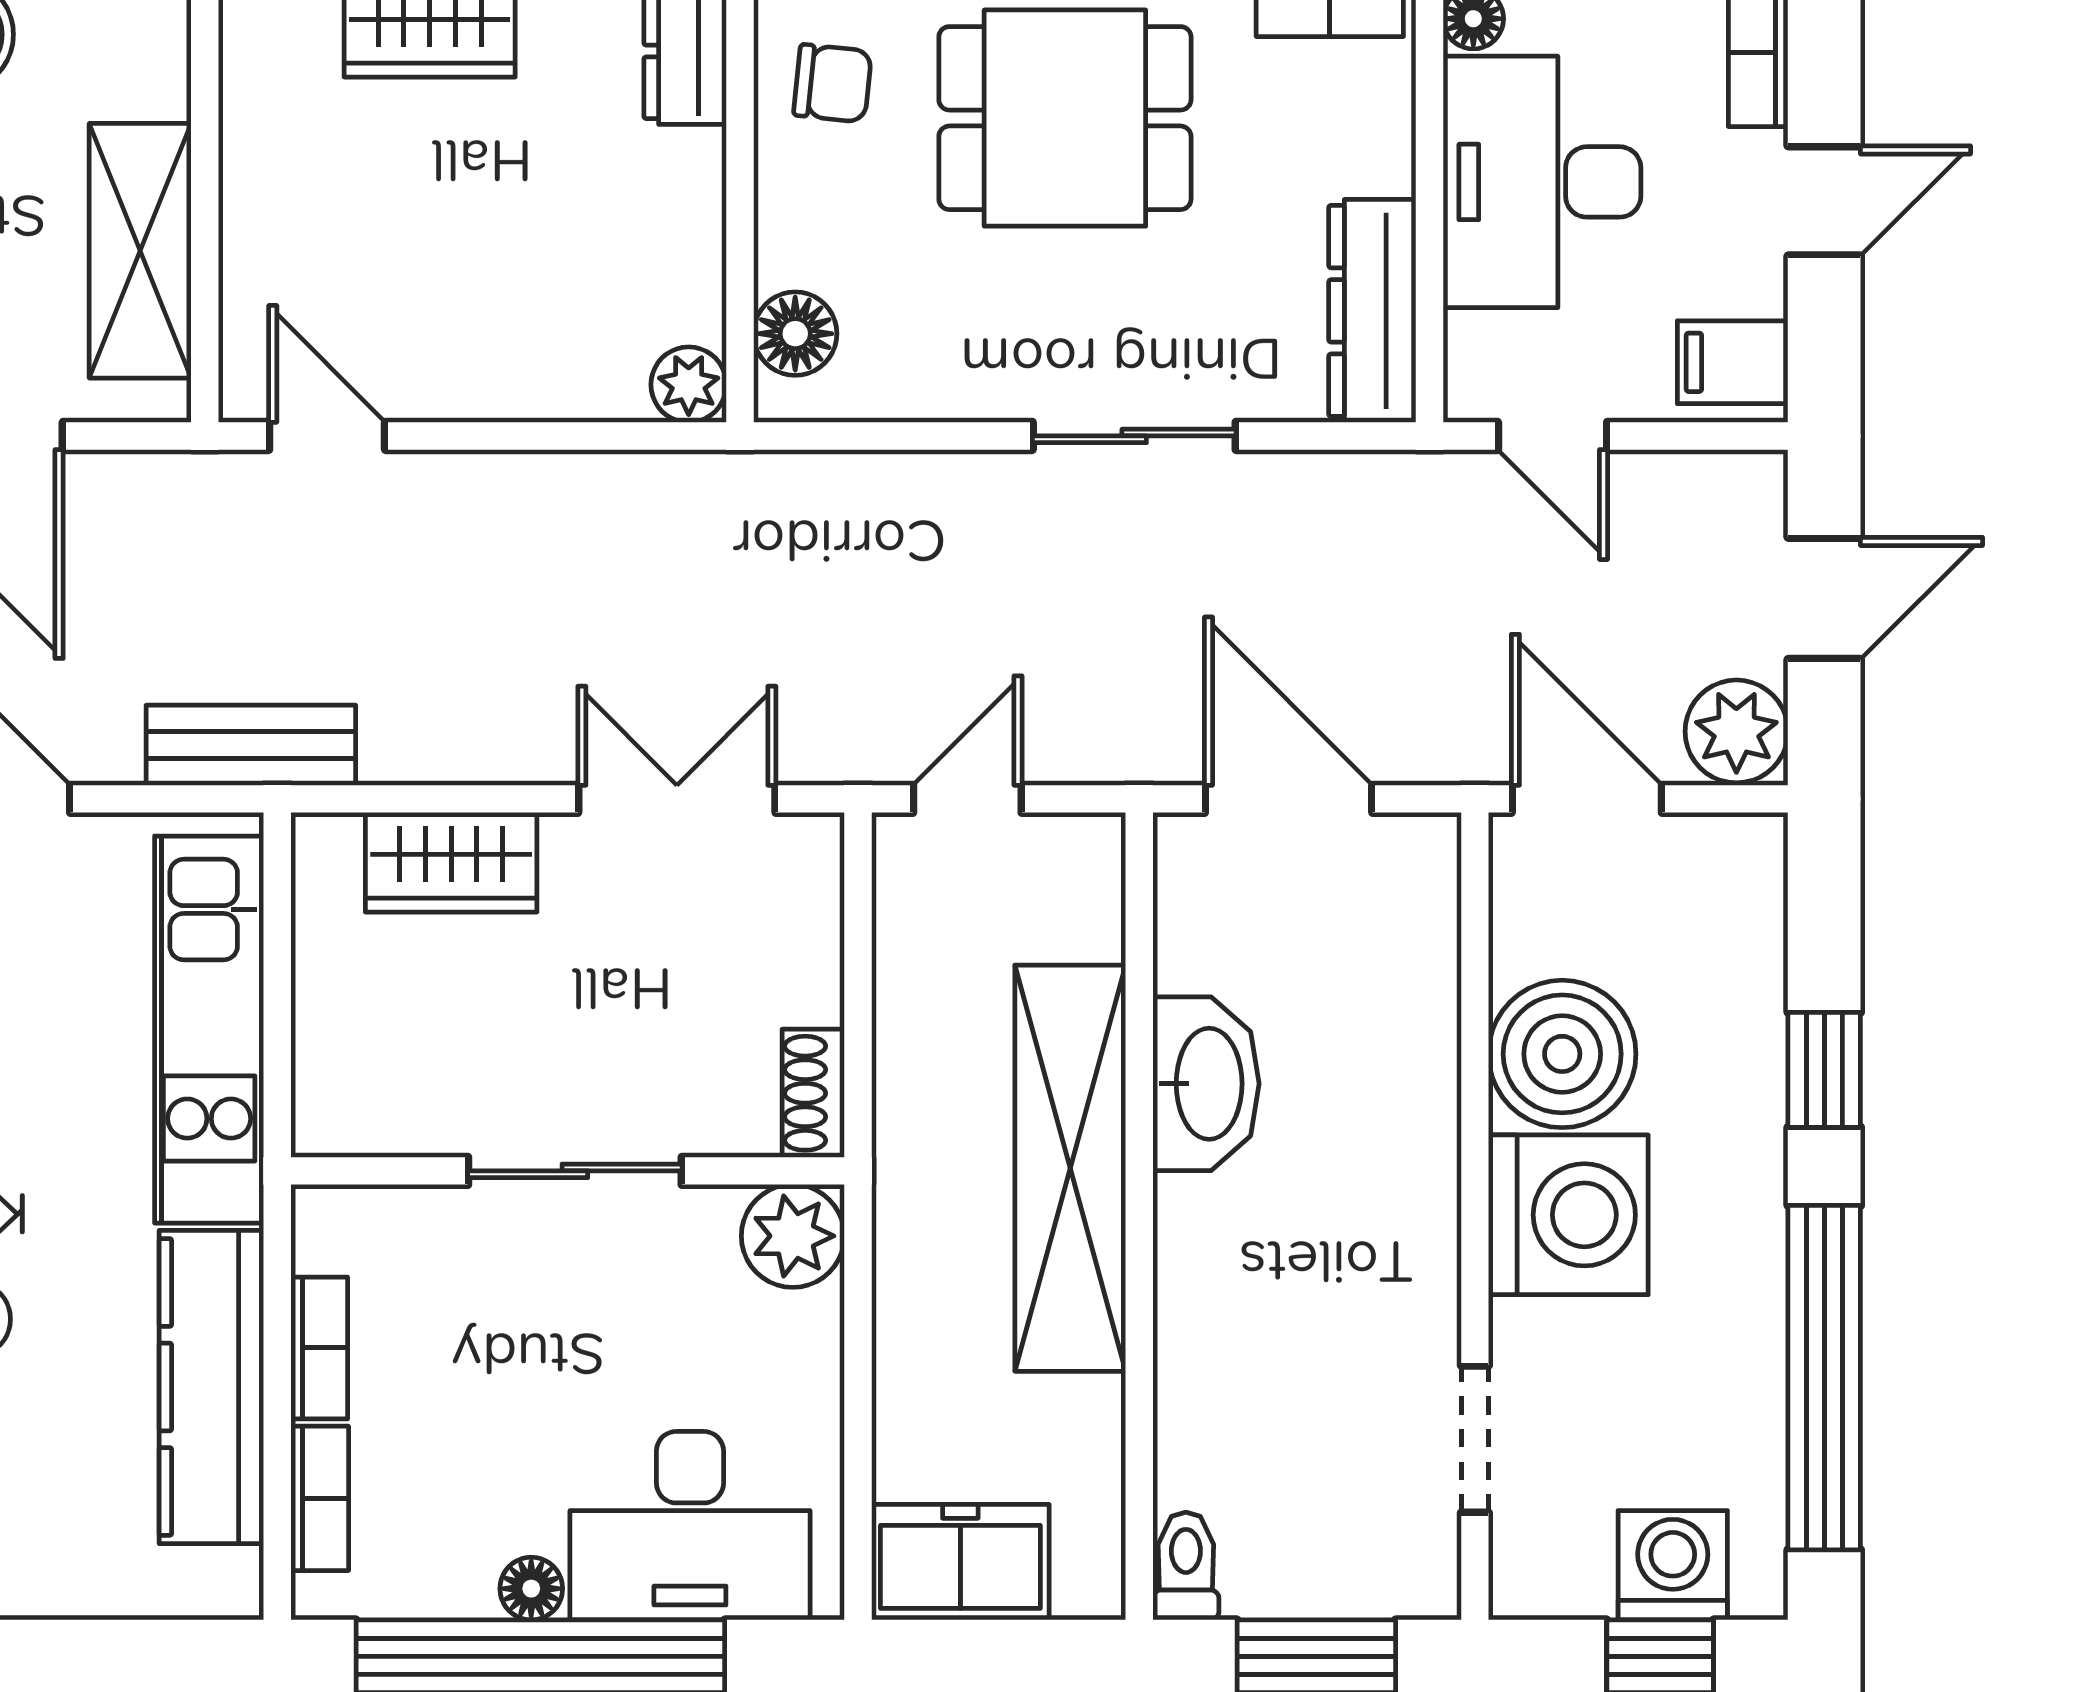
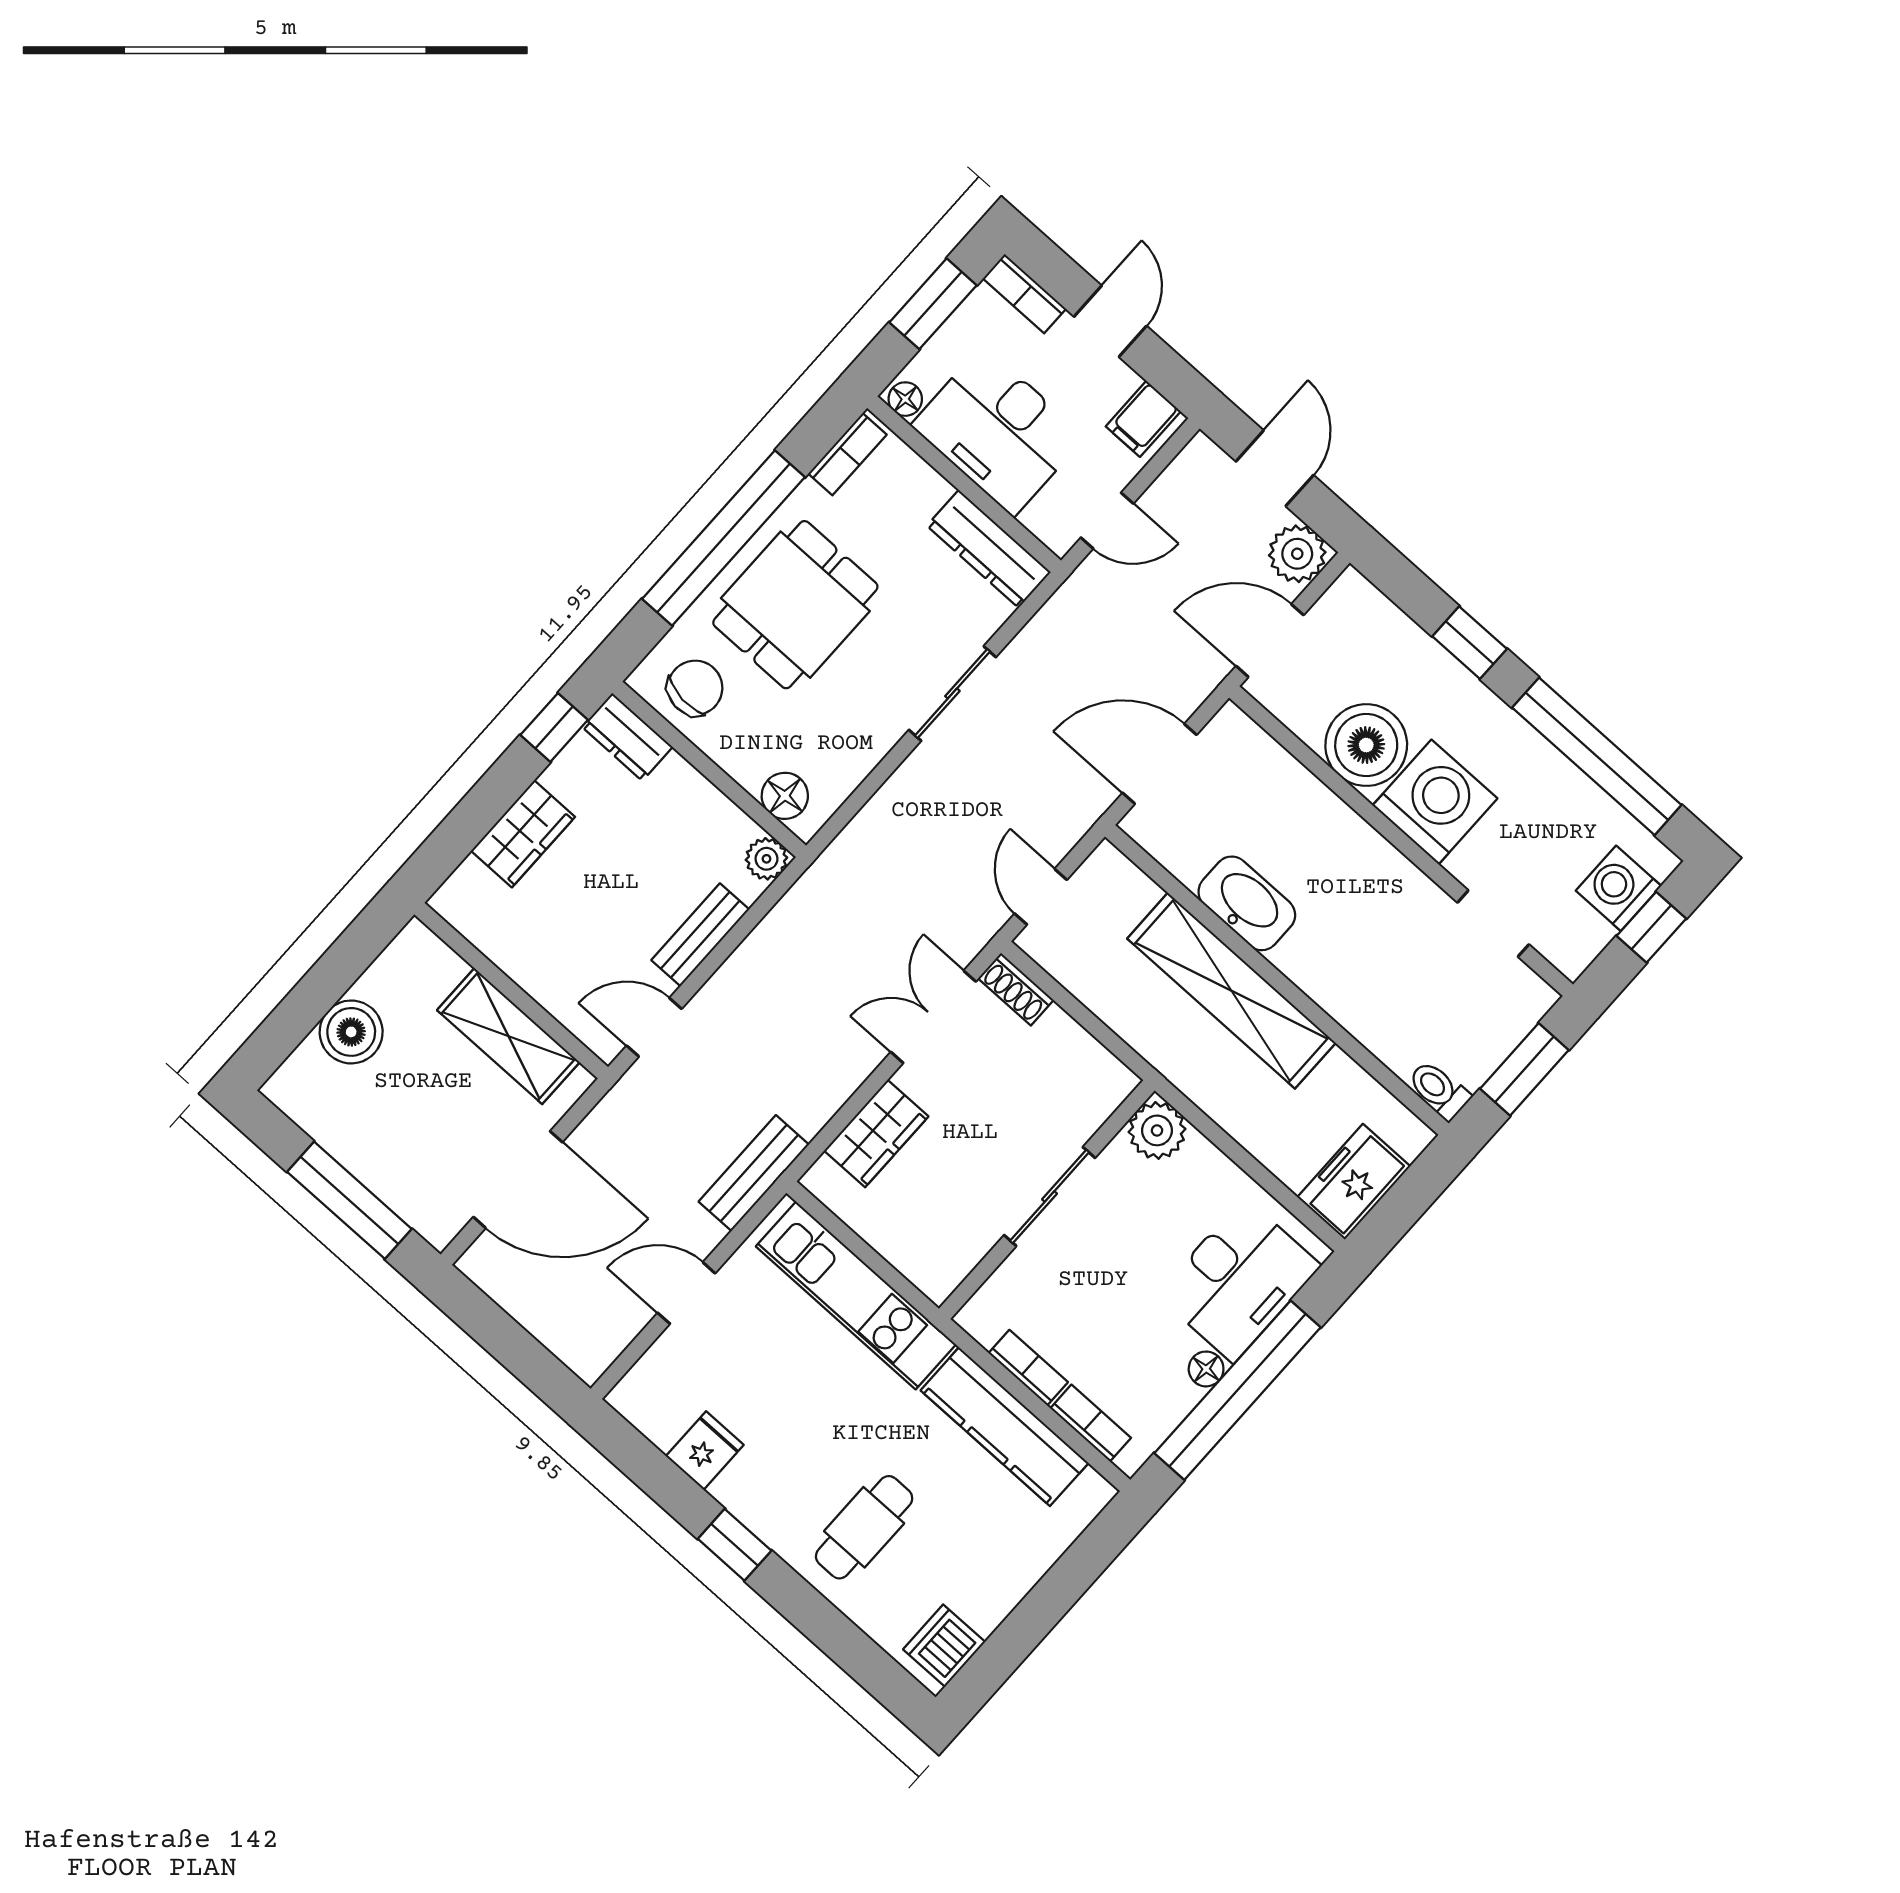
chair: (833, 83) -> (695, 688), width x1.37, depth x1.37
bench: (507, 387) -> (700, 935), added
shoe rack: (813, 1093) -> (1016, 989), moved

